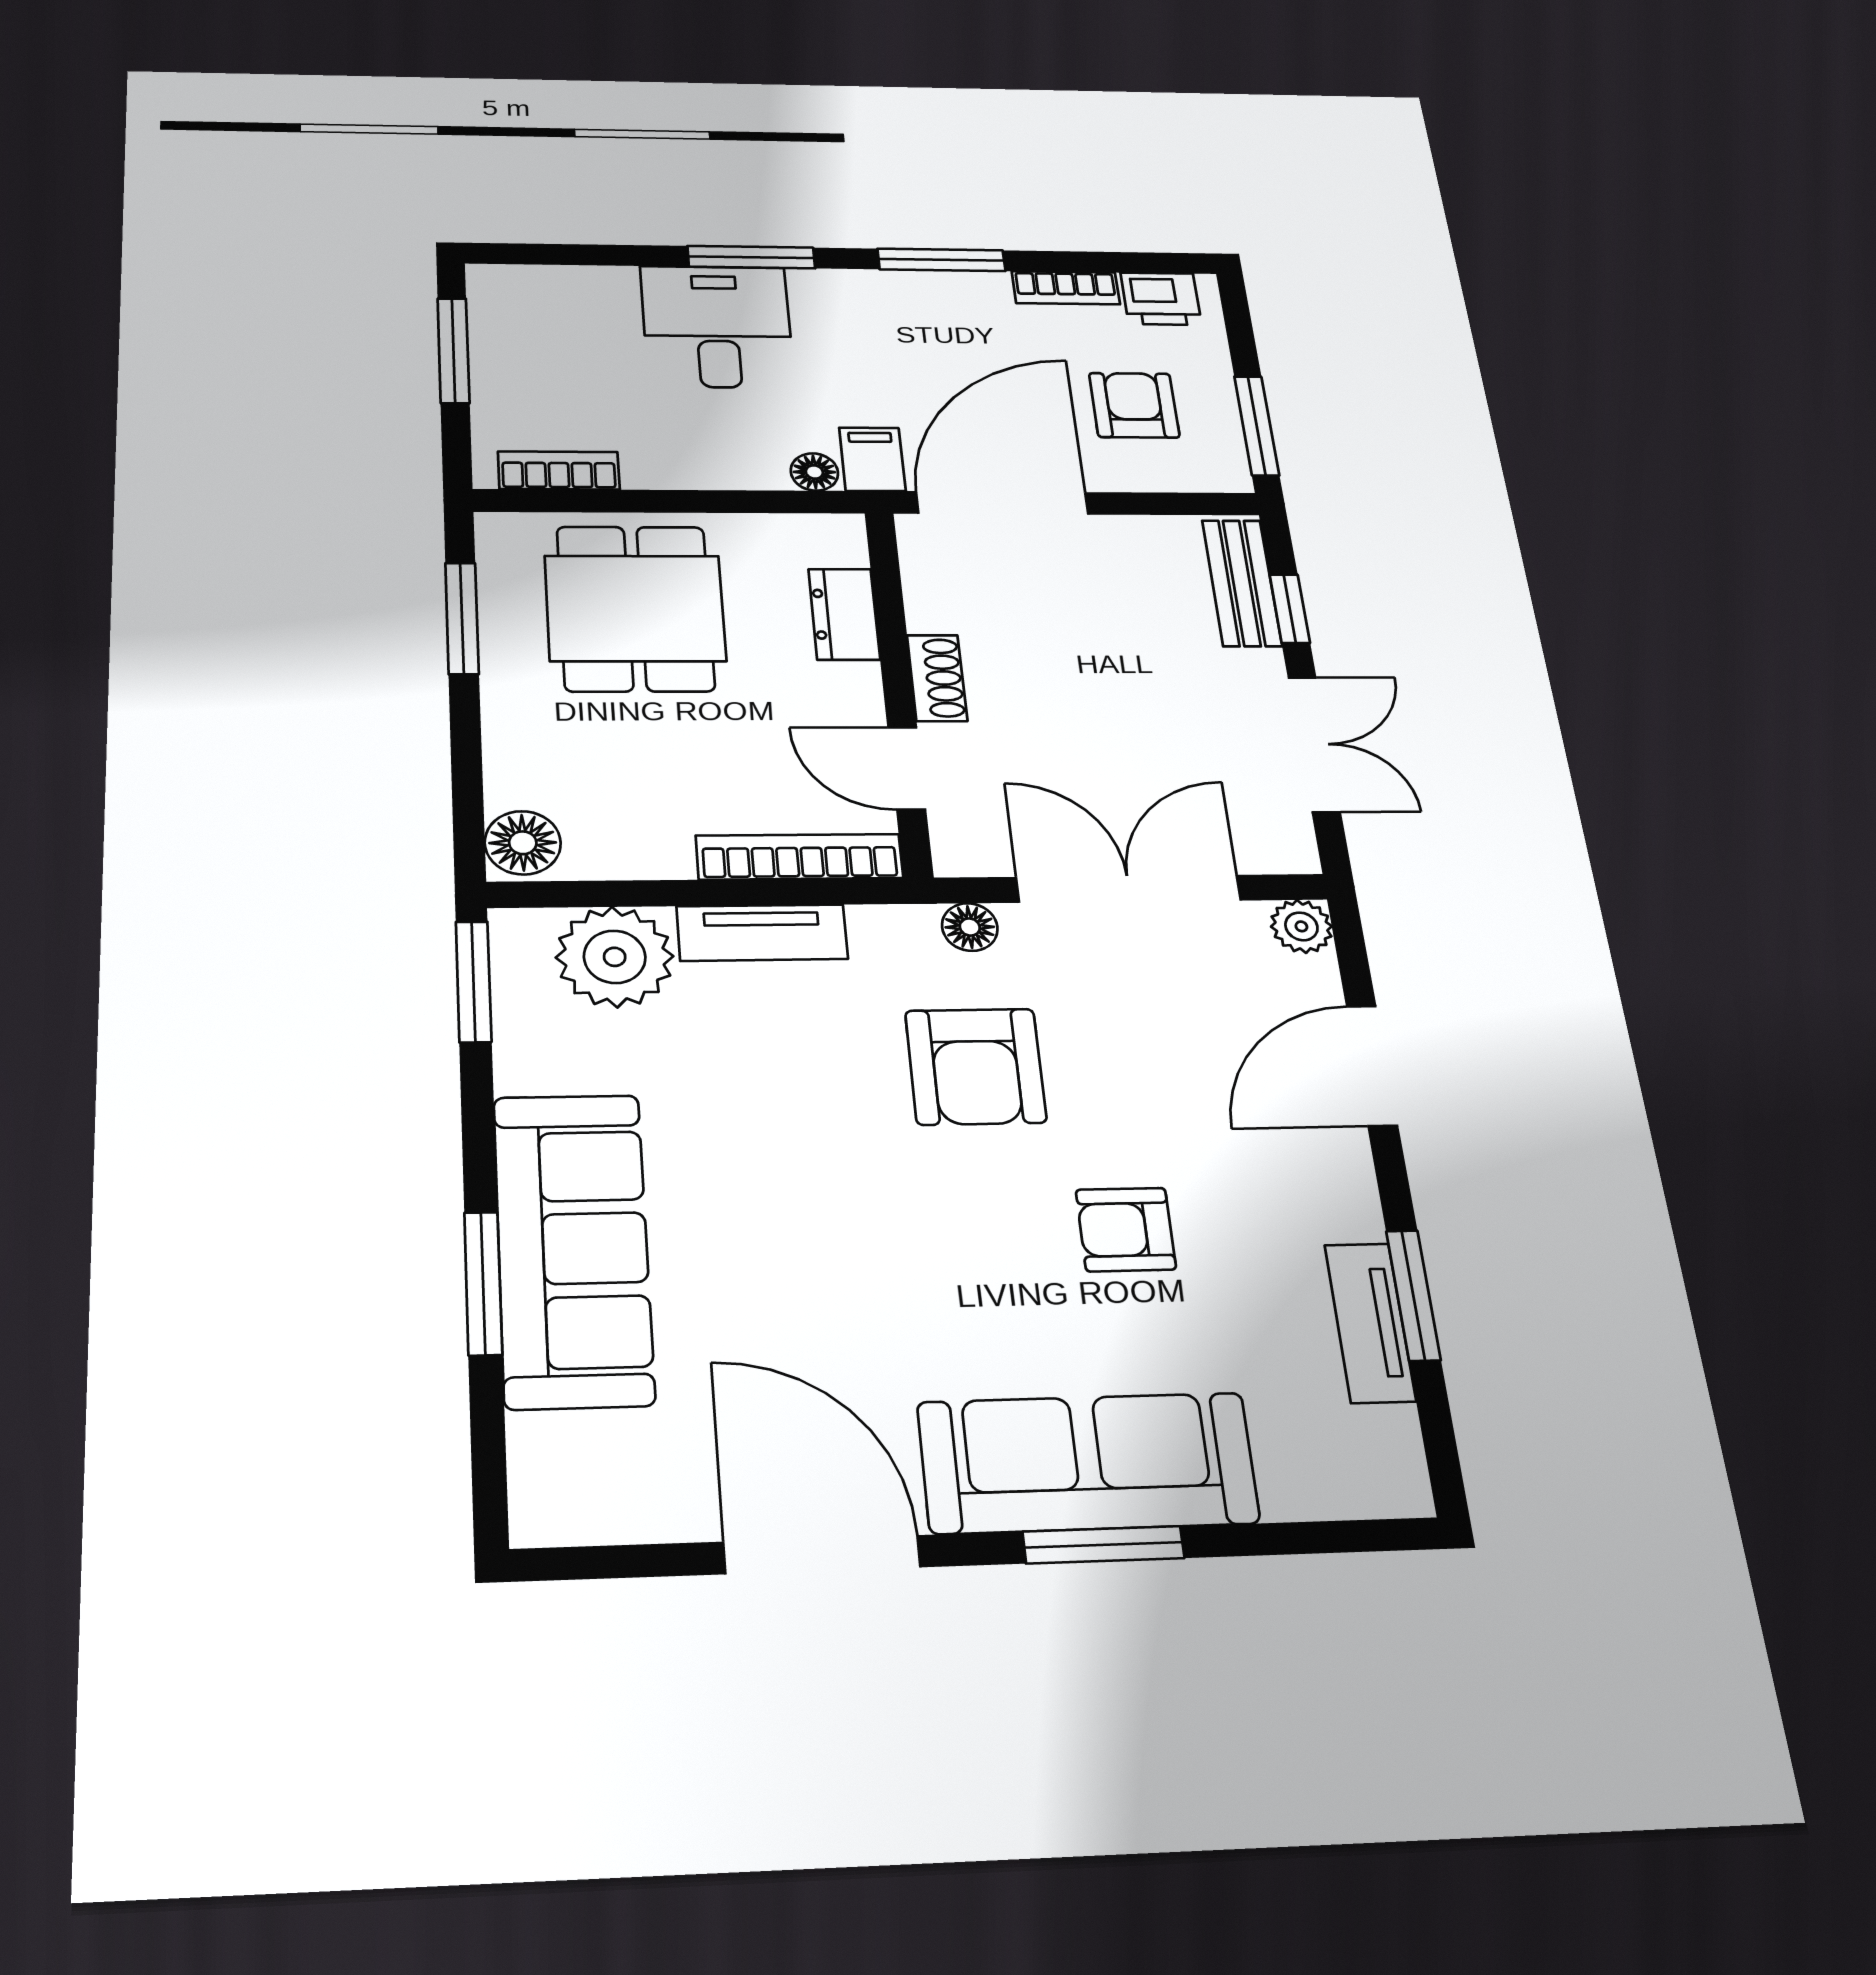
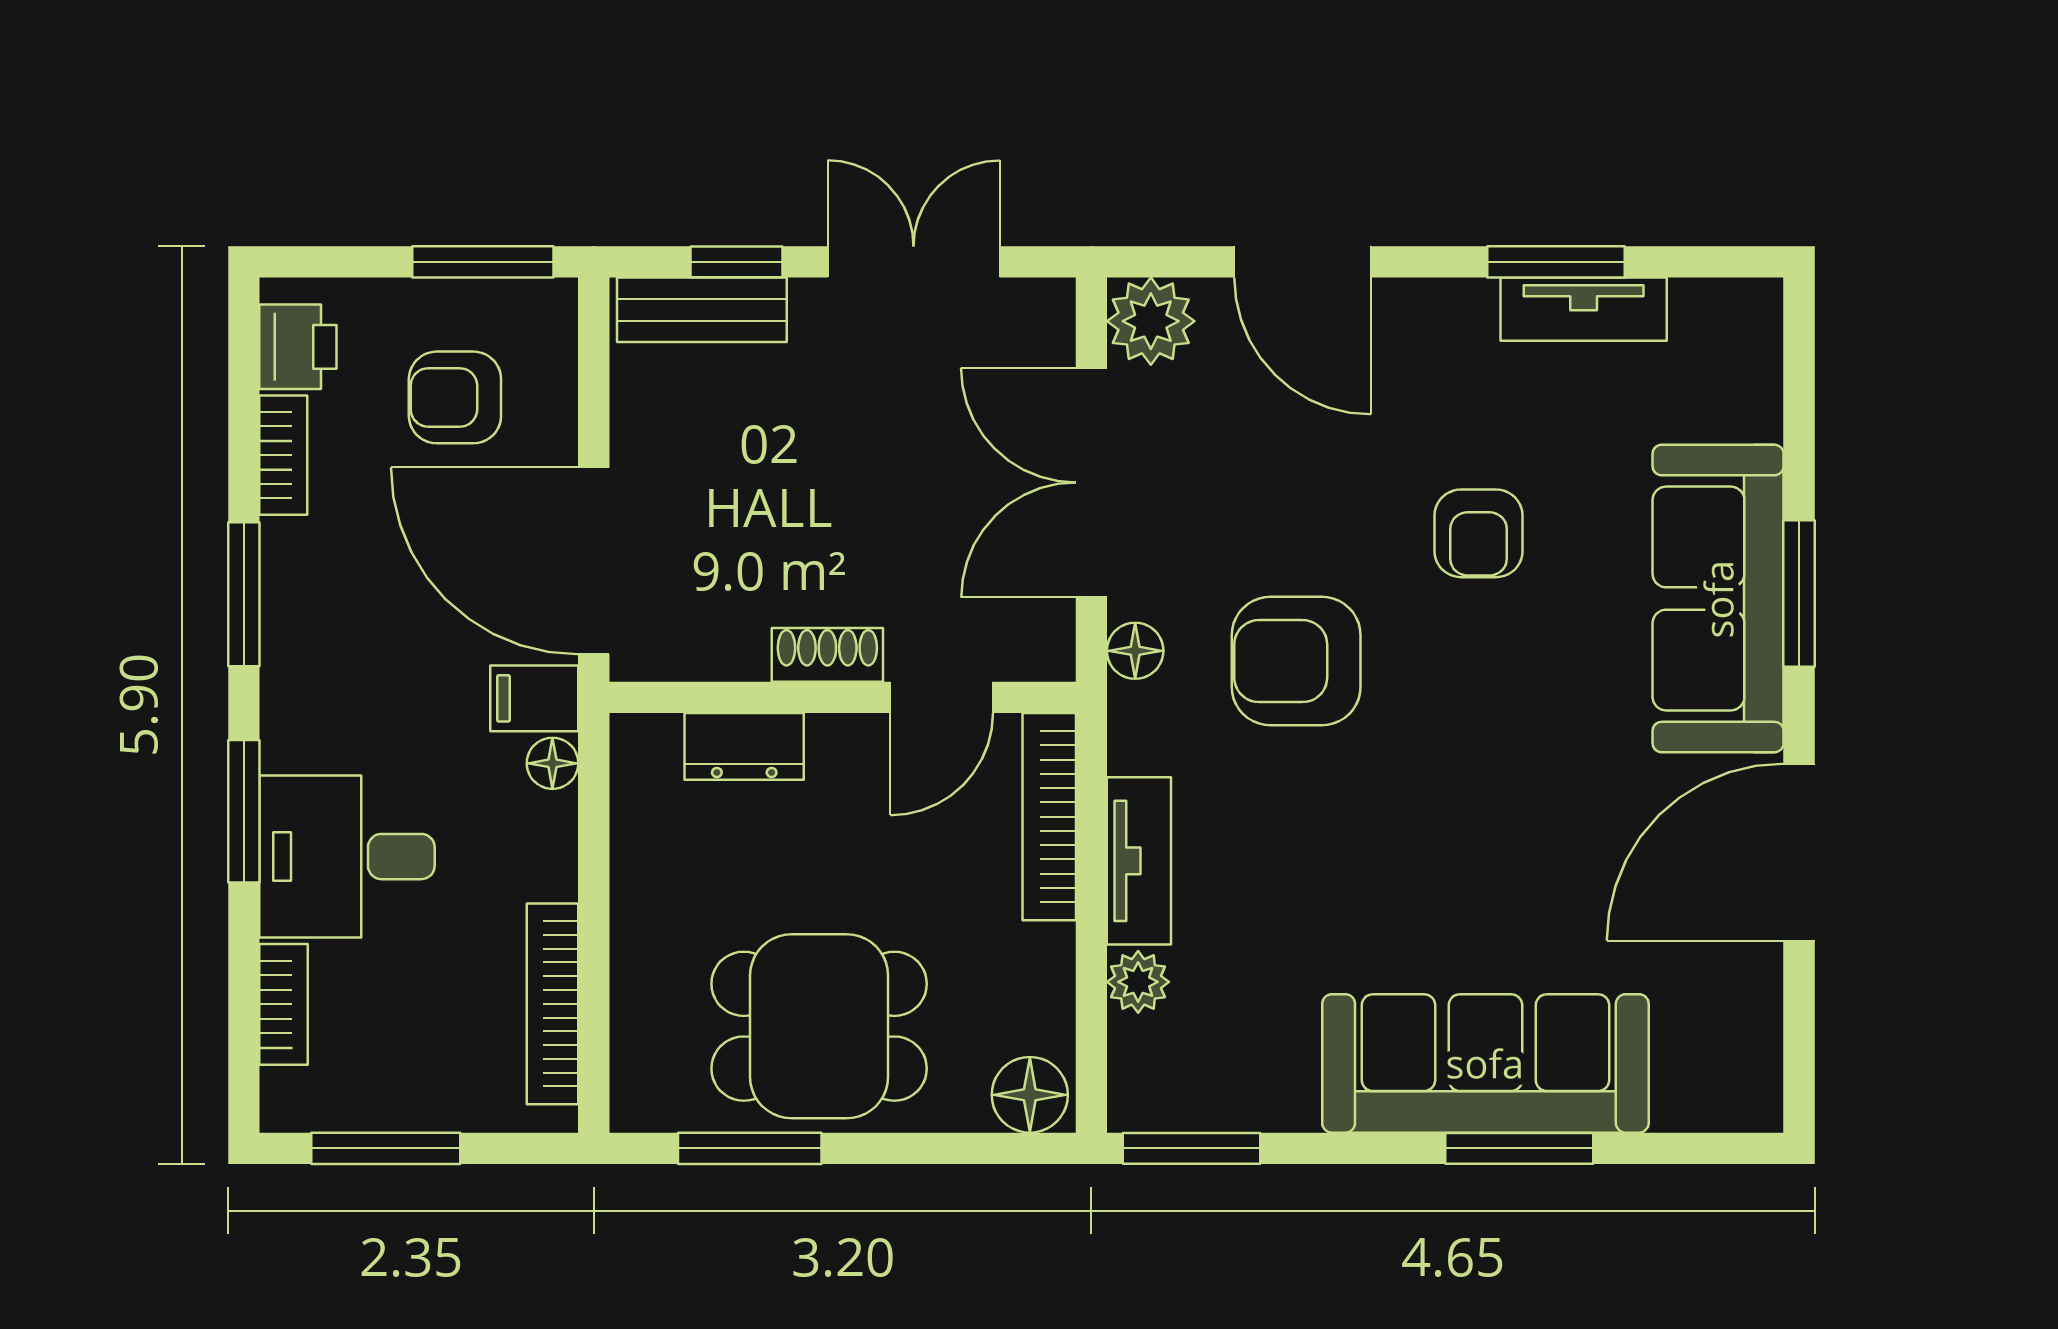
bookcase: (581, 282) -> (284, 1004), added
bookcase: (559, 470) -> (553, 1004), width x1.56
dining table: (635, 608) -> (819, 1026), moved
plant: (1301, 926) -> (1151, 321), width x1.38, depth x1.38
plant: (615, 957) -> (1138, 982), width x0.53, depth x0.53
armchair: (976, 1066) -> (1296, 661), turned 180

